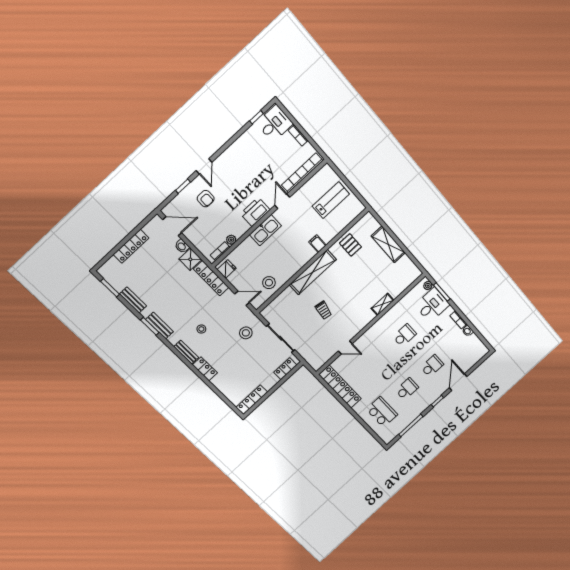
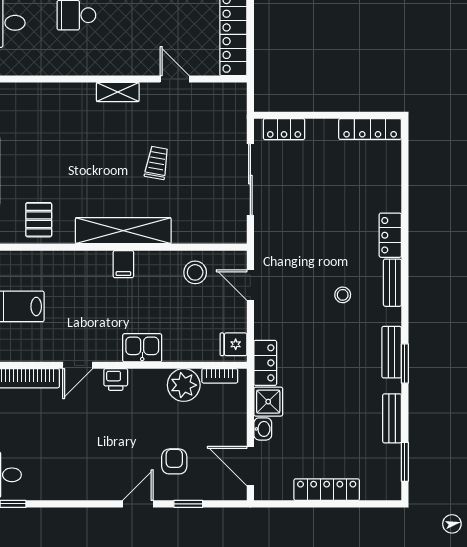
printer: (255, 212) -> (116, 379), width x0.53, depth x0.68
kitchen sink: (265, 230) -> (142, 348), width x0.73
plant: (231, 240) -> (184, 385), width x1.88, depth x1.88
filing cabinet: (317, 244) -> (123, 264), moved
locker: (211, 278) -> (265, 363), width x0.66
shelving: (383, 304) -> (118, 92), moved
stool: (246, 333) -> (290, 232), removed

